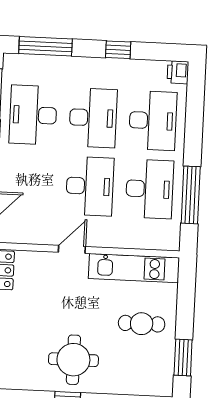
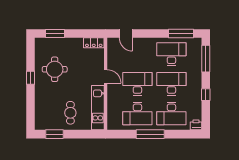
desk: (93, 118) -> (171, 84), turned 180
desk: (90, 186) -> (137, 84), turned 180
window: (191, 195) -> (150, 134), moved
round table: (73, 360) -> (55, 69), moved

